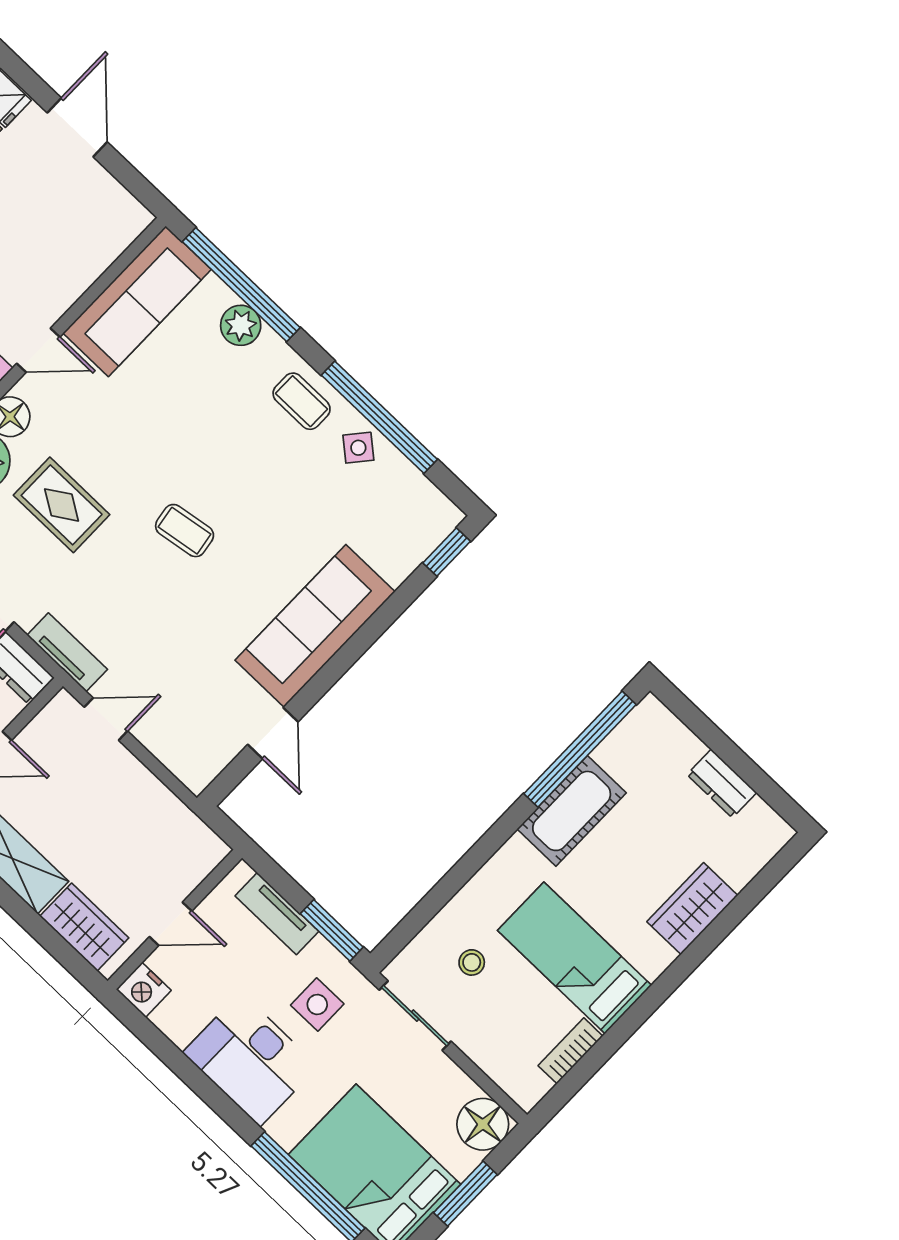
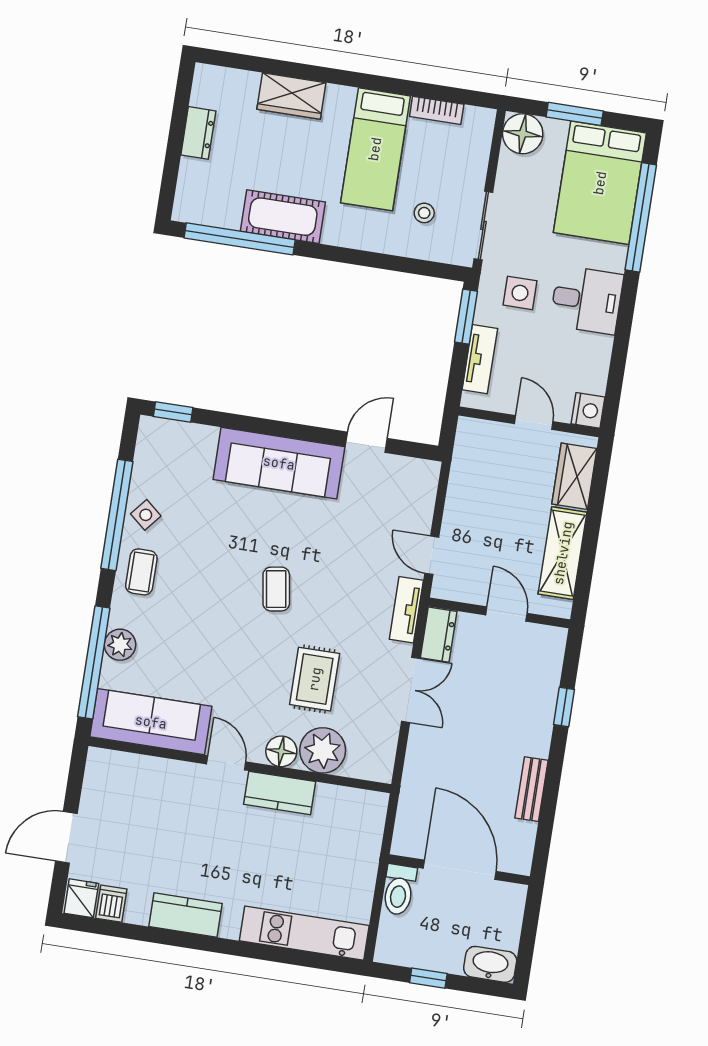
desk: (250, 1059) -> (587, 300), width x0.73

